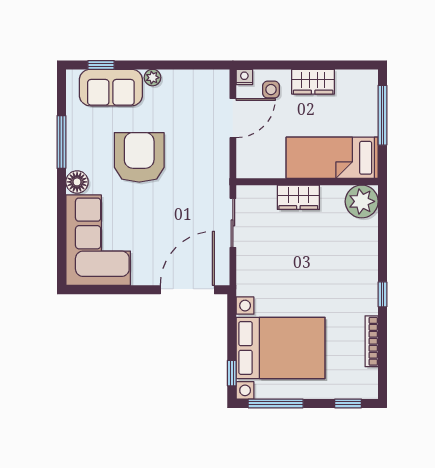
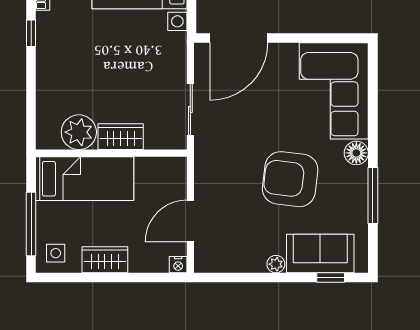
side table: (271, 90) -> (56, 253), moved
armchair: (139, 157) -> (290, 179), turned 97
plant: (362, 201) -> (79, 132), moved

